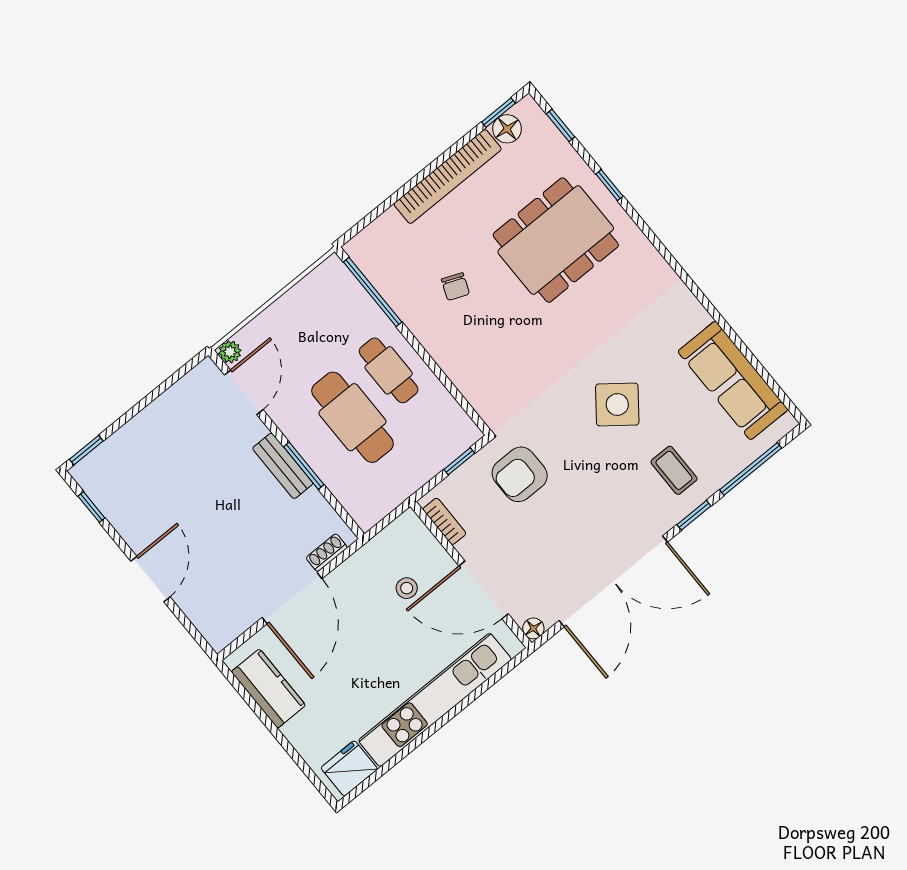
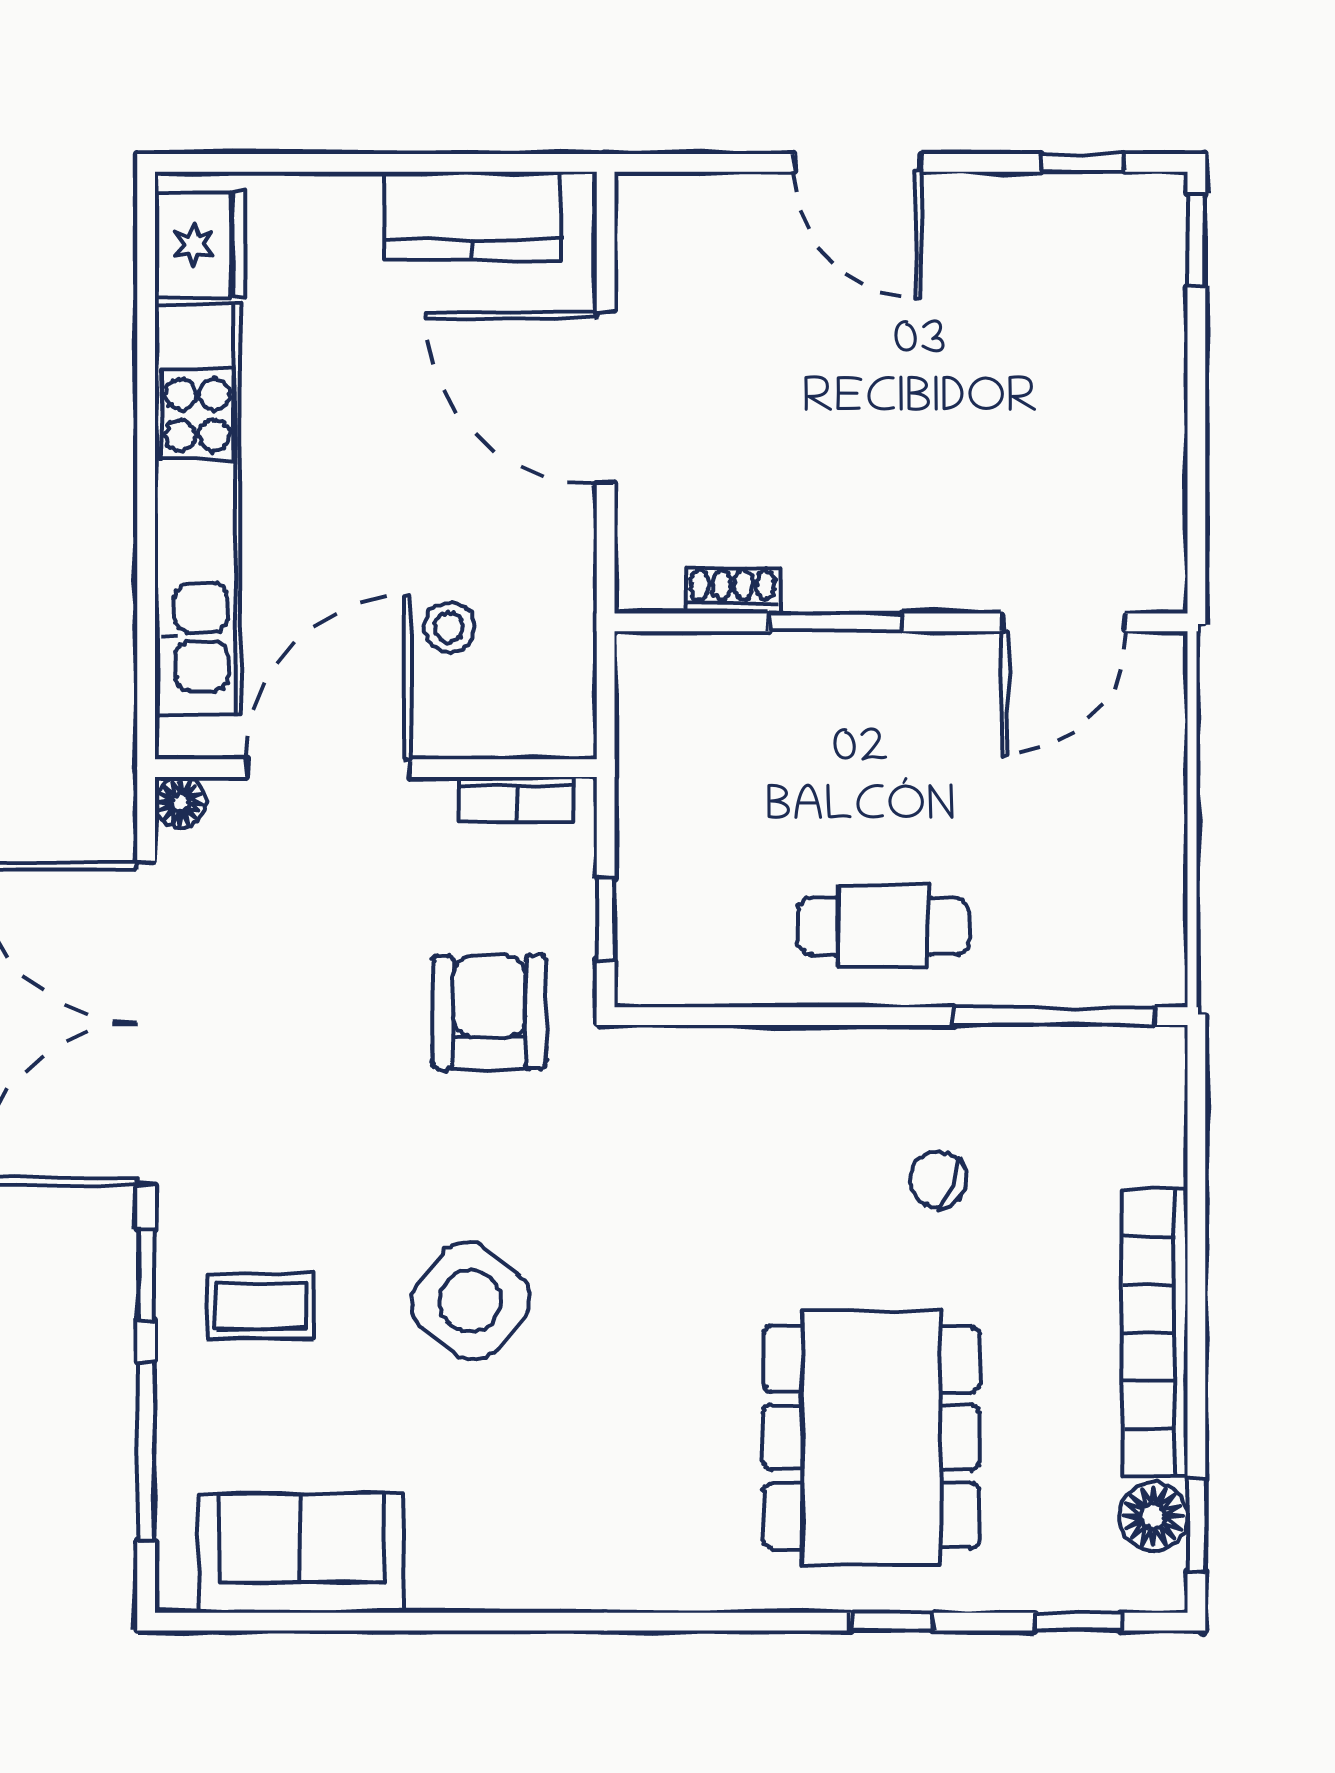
plant: (230, 352) -> (1160, 658), removed
sofa: (733, 380) -> (301, 1553), width x0.73
door: (244, 392) -> (1064, 622), hinge flipped
cafe table: (352, 417) -> (851, 787), removed
bench: (283, 466) -> (867, 583), removed
shoe rack: (327, 553) -> (733, 590), moved, turned -90

